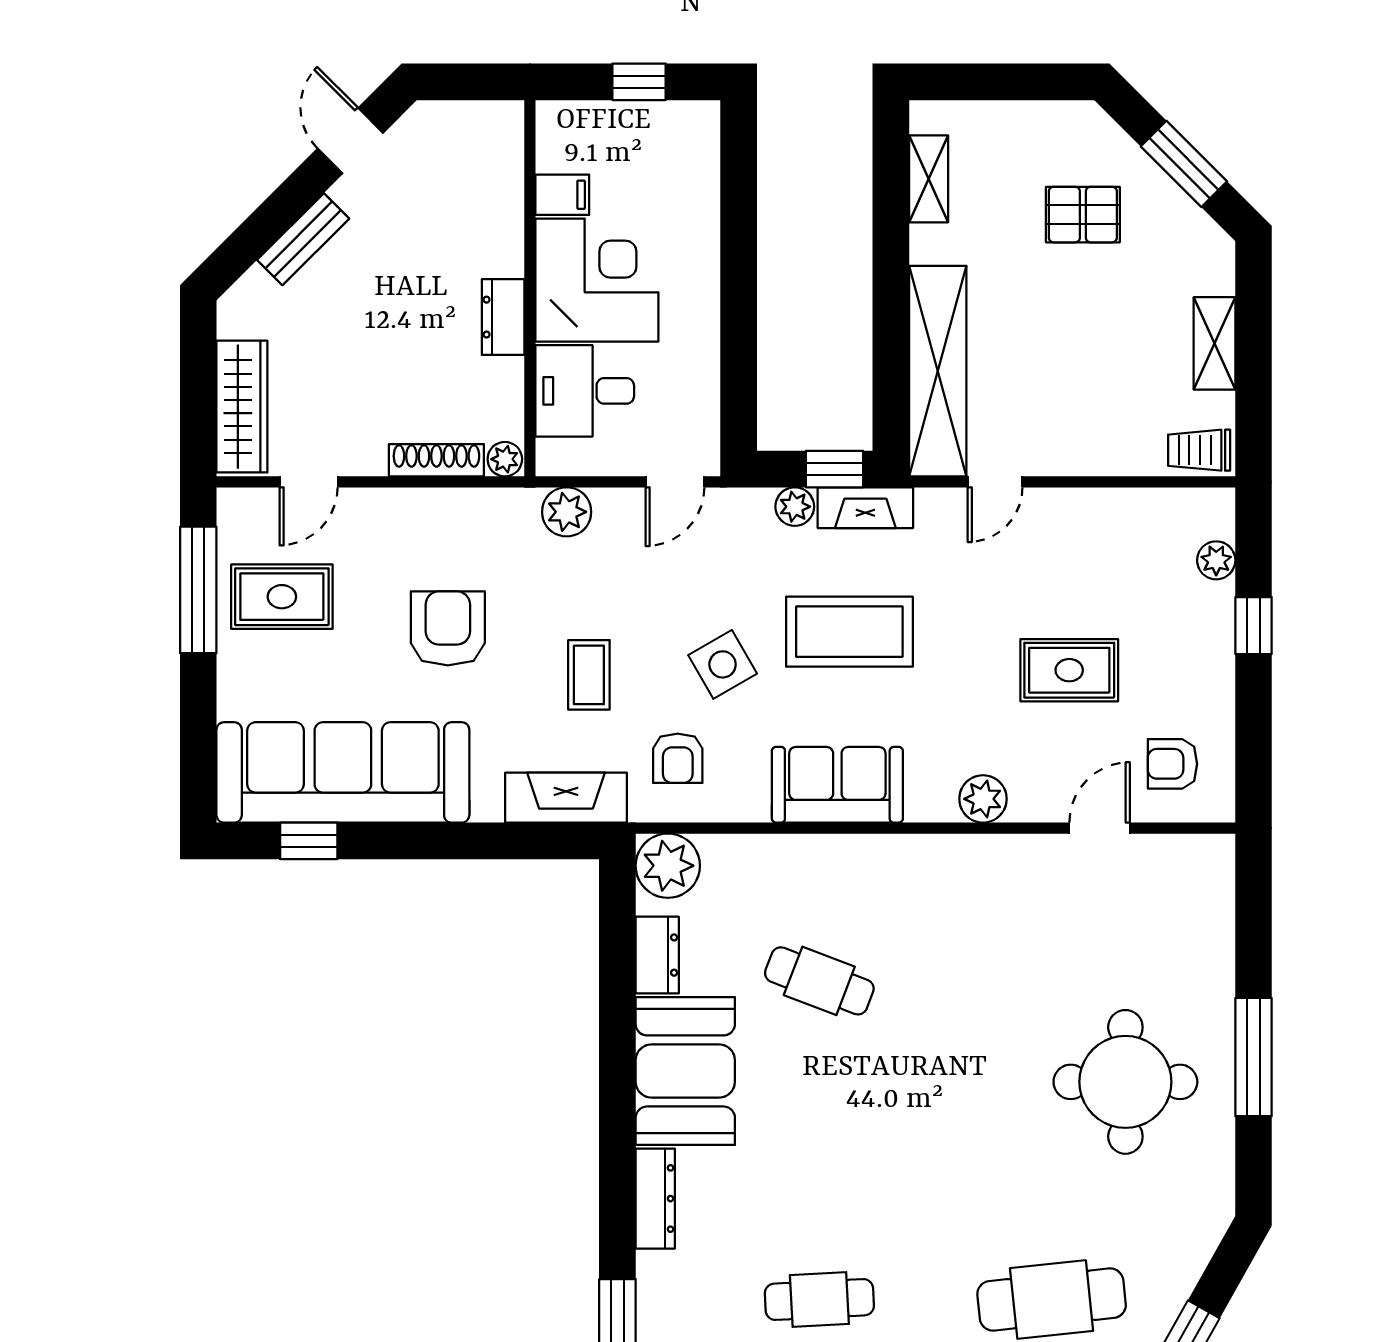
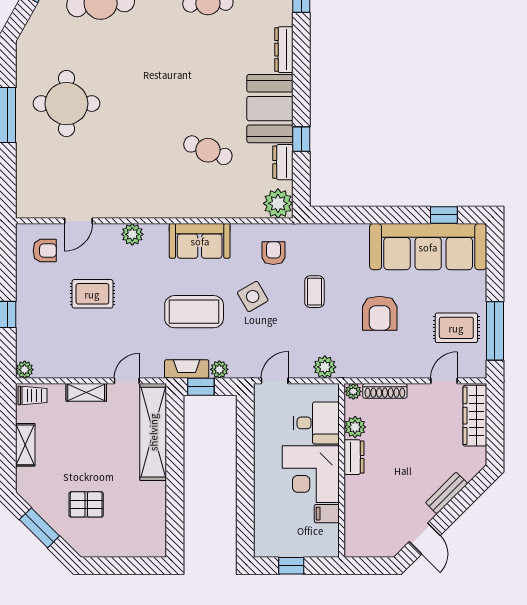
shelving: (929, 179) -> (86, 392), moved, turned 90
plant: (501, 382) -> (355, 427), added
plant: (1216, 560) -> (25, 370), moved
fireplace: (566, 798) -> (325, 235), removed
window: (617, 1005) -> (301, 139), added

